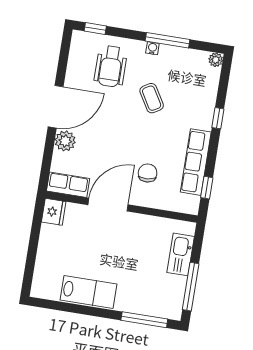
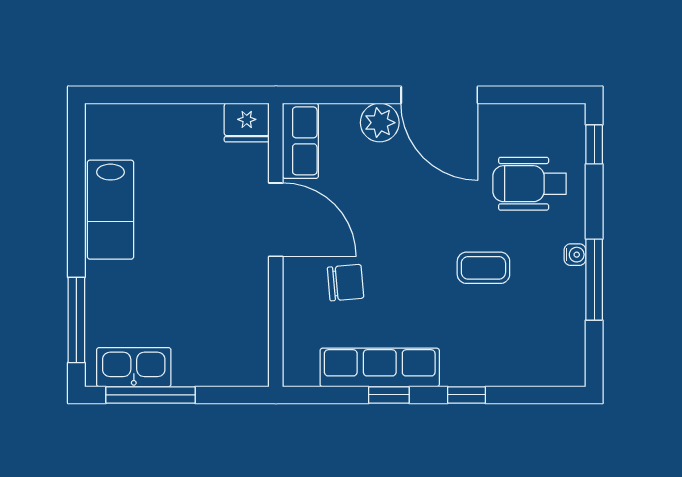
plant: (216, 60) -> (573, 374), removed
coffee table: (152, 98) -> (483, 268), turned 31
window: (207, 188) -> (389, 395), moved
kitchen sink: (181, 254) -> (134, 367), moved

